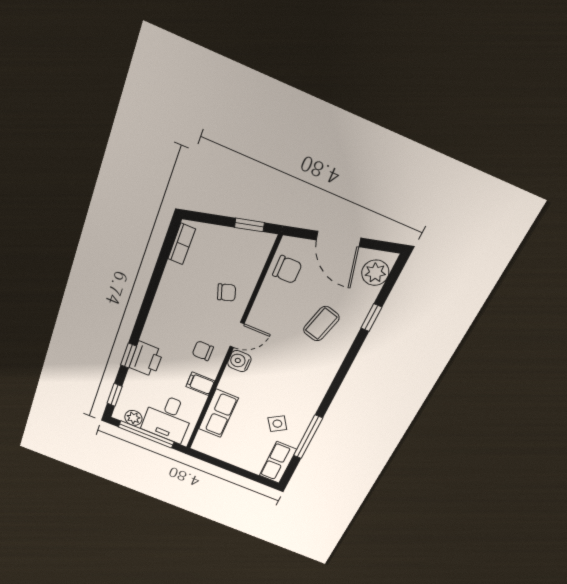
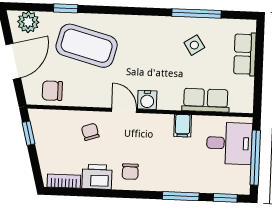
chair: (287, 270) -> (52, 91), turned -90
coffee table: (321, 324) -> (87, 46), width x1.86, depth x1.72
chair: (203, 351) -> (130, 172), moved
window: (128, 356) -> (181, 196), width x1.50
printer: (146, 359) -> (97, 177), moved
plant: (133, 418) -> (242, 174), removed
row of seats: (278, 462) -> (245, 54), moved, turned 90

